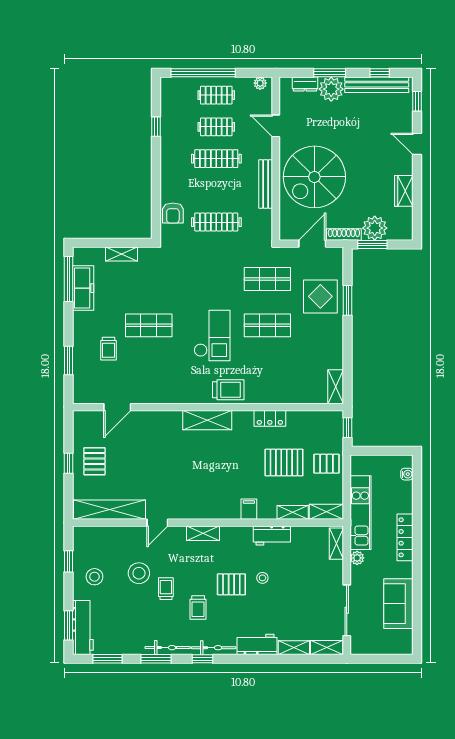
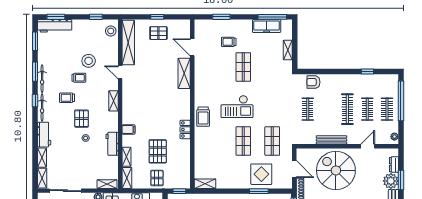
clothes rail: (216, 222) -> (308, 109), width x0.73
locker: (270, 418) -> (185, 129), moved
shelving: (207, 420) -> (184, 73), moved
stool: (94, 577) -> (111, 31), moved

